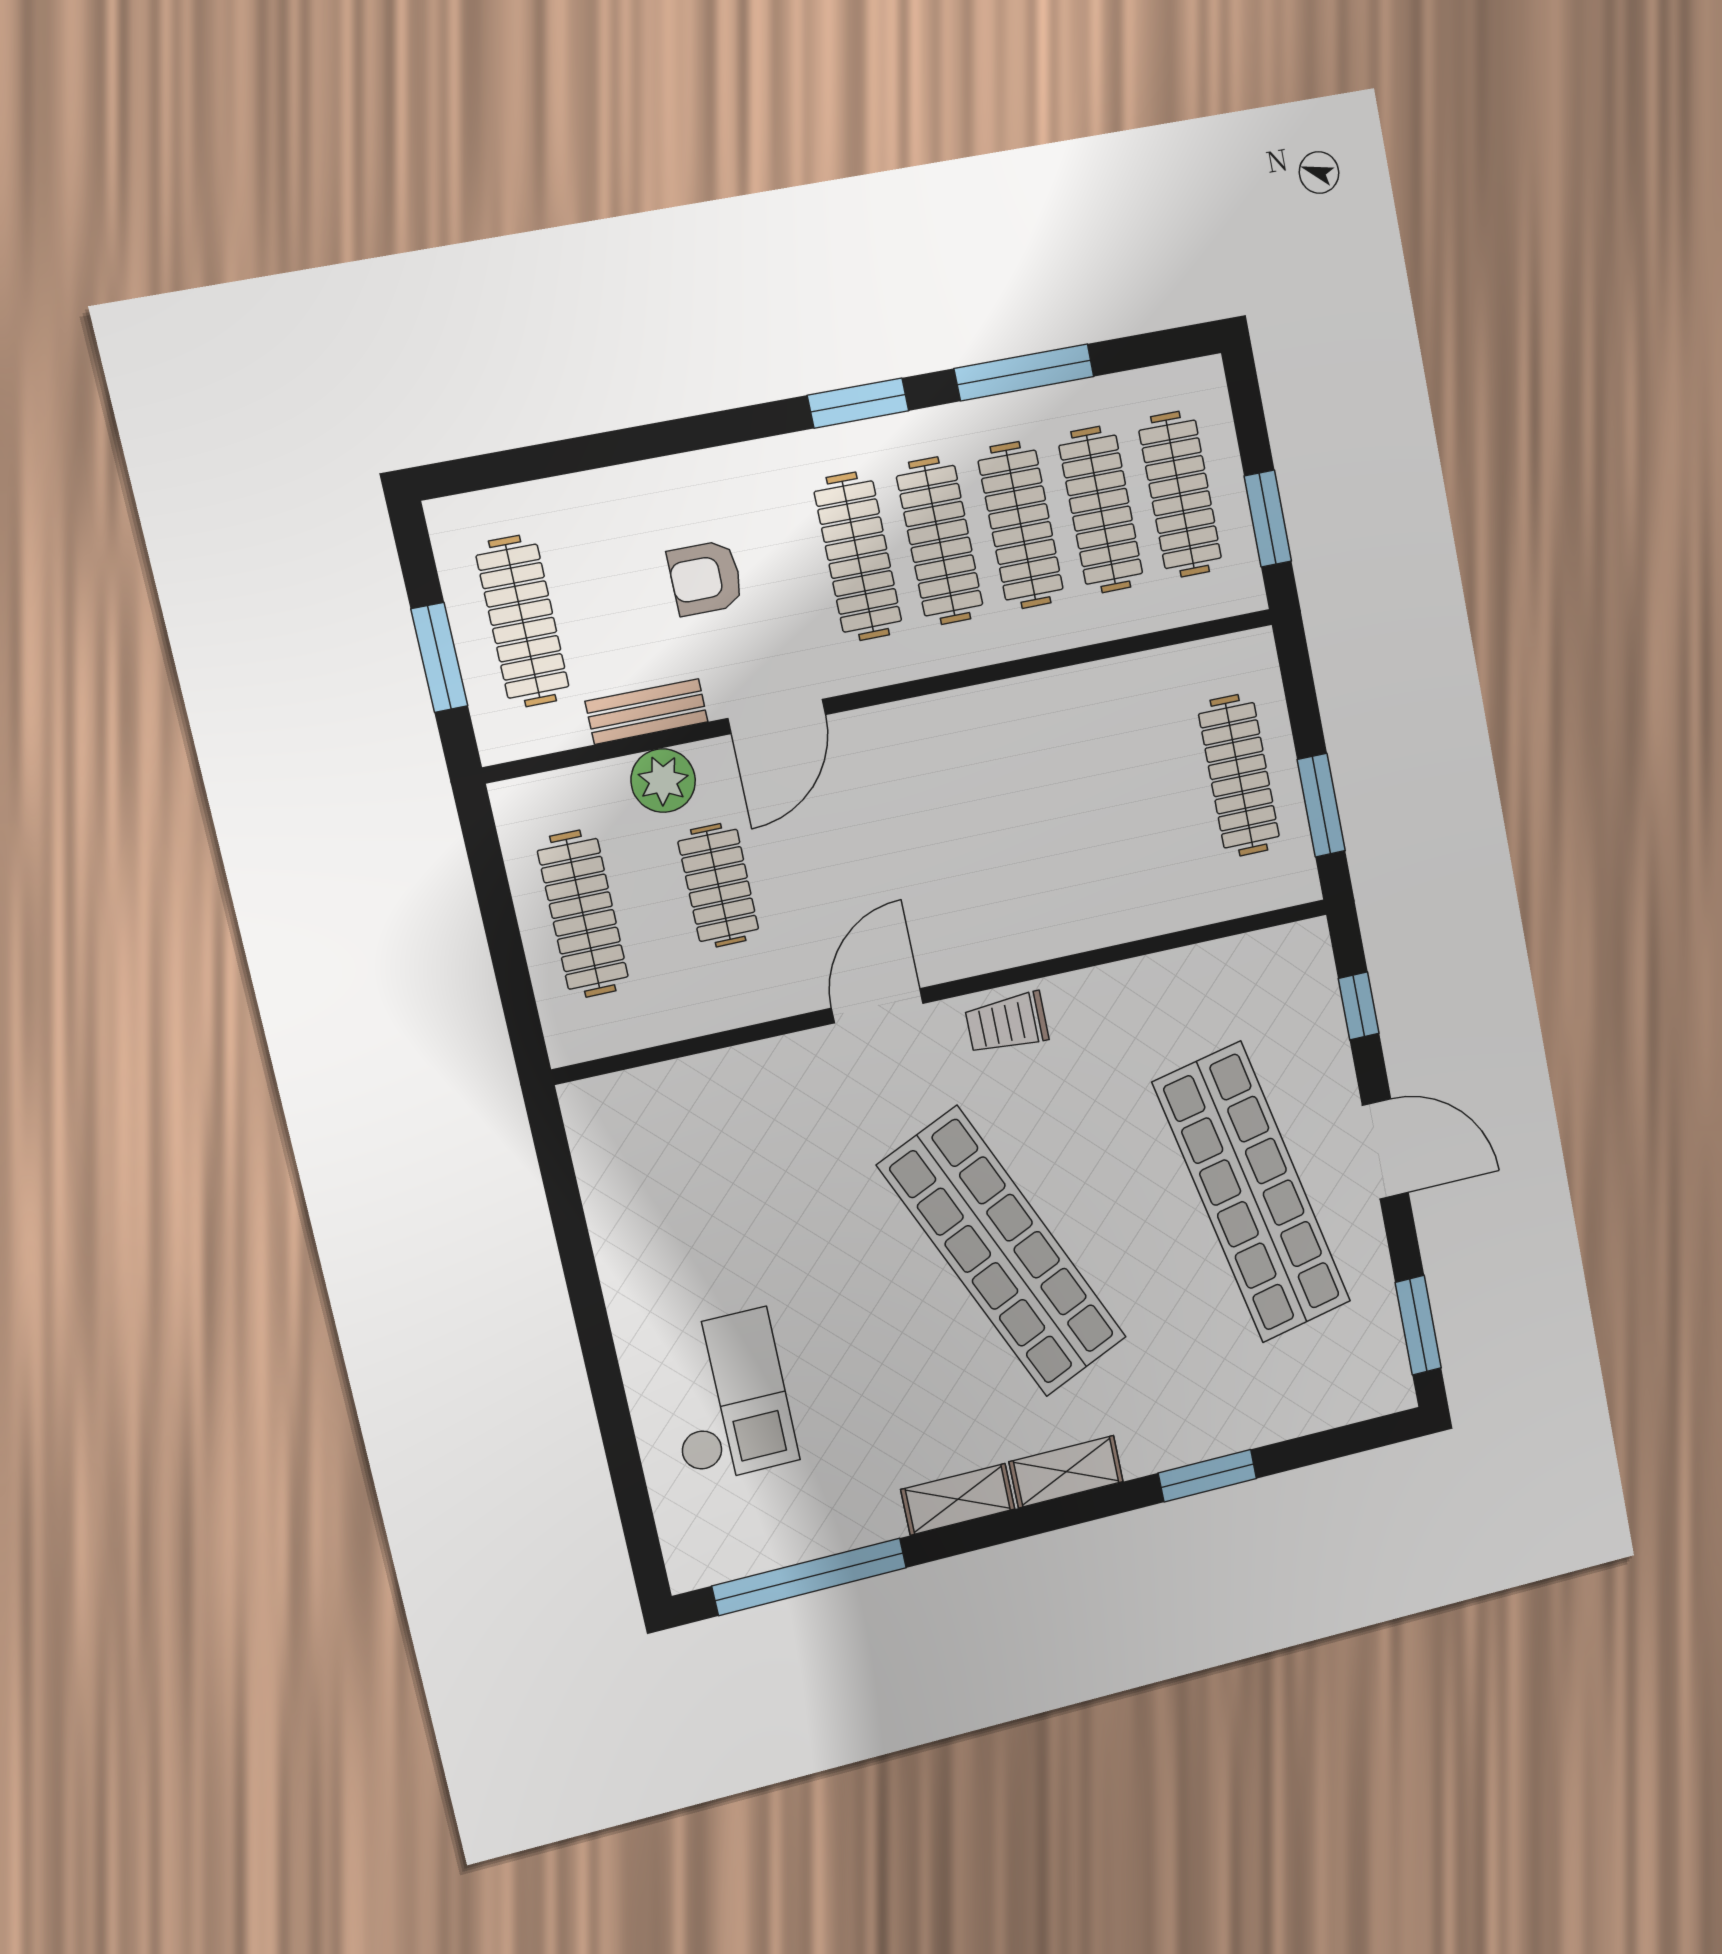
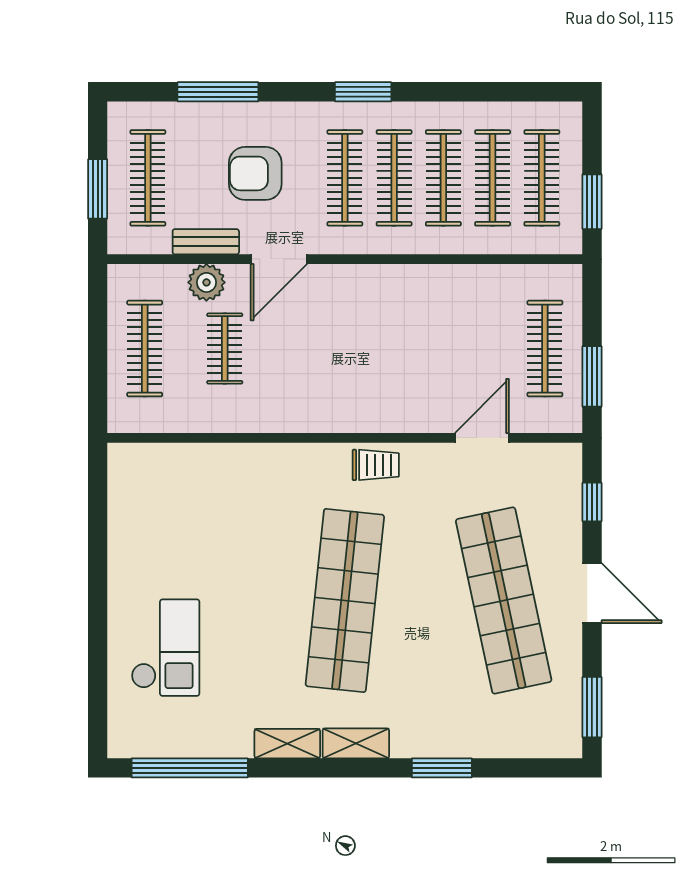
window: (1024, 373) -> (218, 92), moved
armchair: (705, 578) -> (255, 173), width x1.38, depth x1.38
door: (877, 1006) -> (482, 438), moved
trolley: (1007, 1023) -> (376, 465), turned 180
shop shelf: (1002, 1252) -> (345, 600), turned 30

